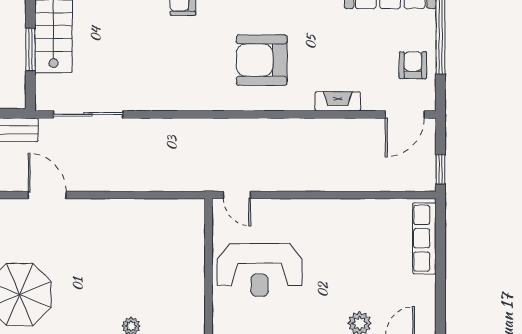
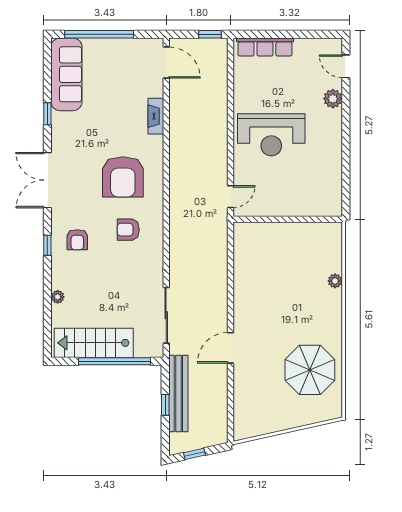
window: (30, 50) -> (114, 361), width x2.11
armchair: (413, 65) -> (128, 230), moved
reception desk: (260, 270) -> (271, 135), moved, turned 90

